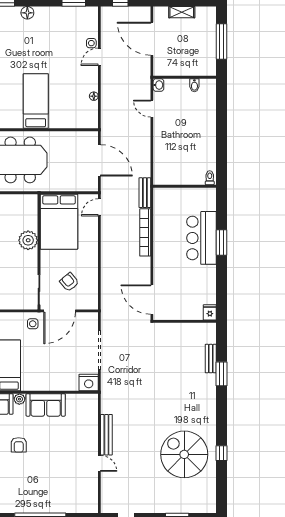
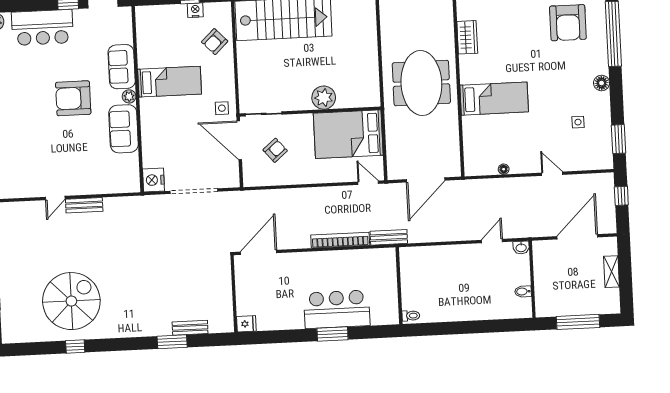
side table: (91, 43) -> (578, 122), moved
bench: (106, 435) -> (84, 205), width x0.73
armchair: (19, 445) -> (73, 98), width x1.88, depth x1.88

